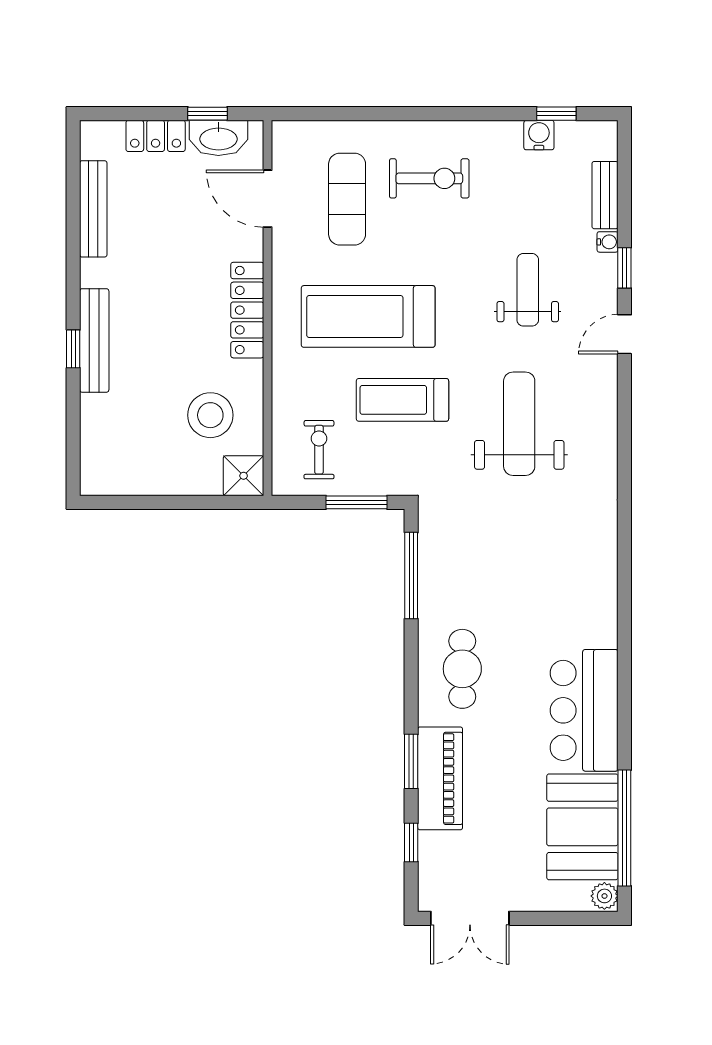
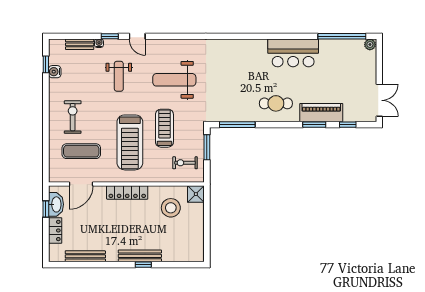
weight bench: (528, 290) -> (119, 76), turned -90
treadmill: (402, 400) -> (164, 128), turned 180
booth: (582, 827) -> (341, 54), removed

